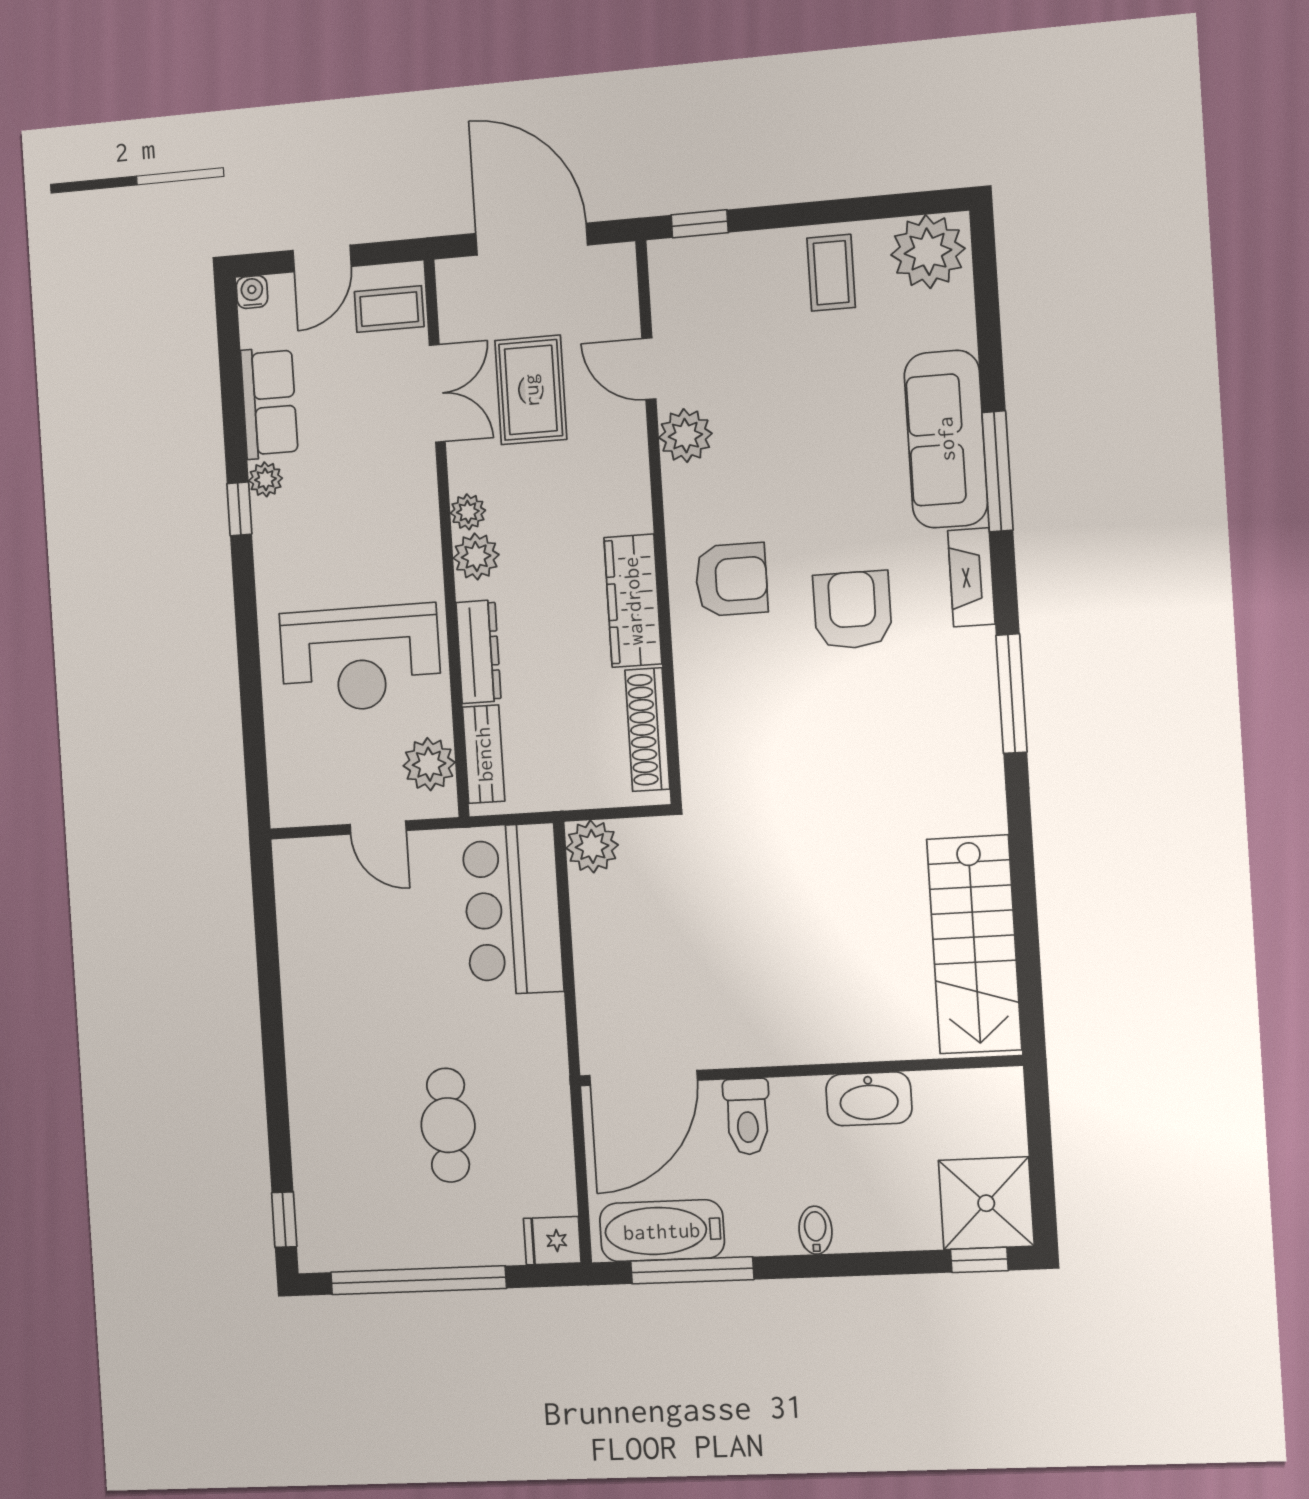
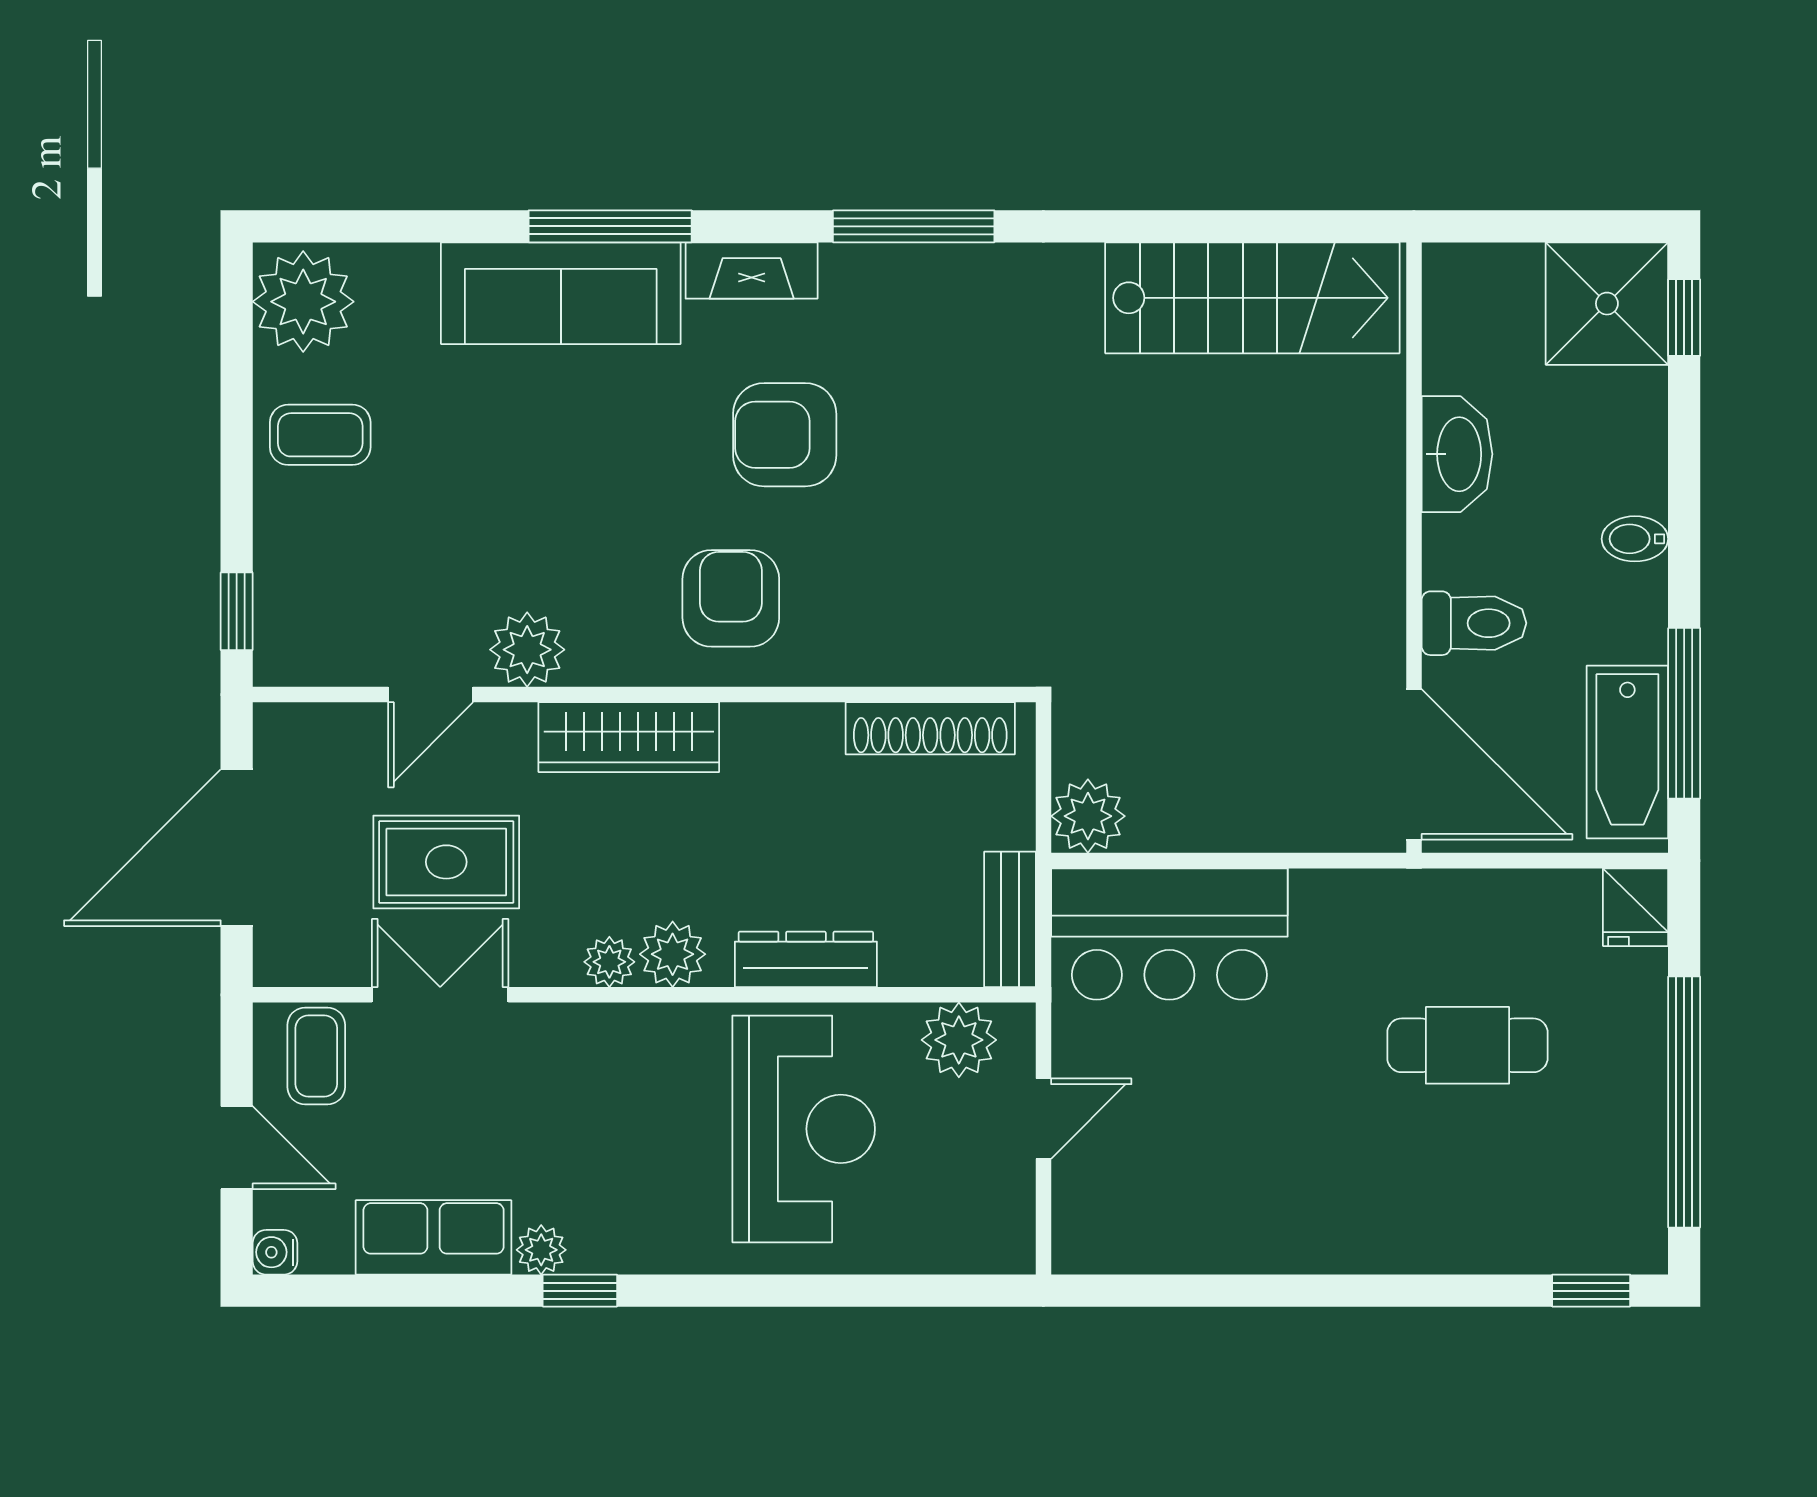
wardrobe: (633, 601) -> (629, 737), moved
bench: (484, 754) -> (1010, 919), moved, turned 90

